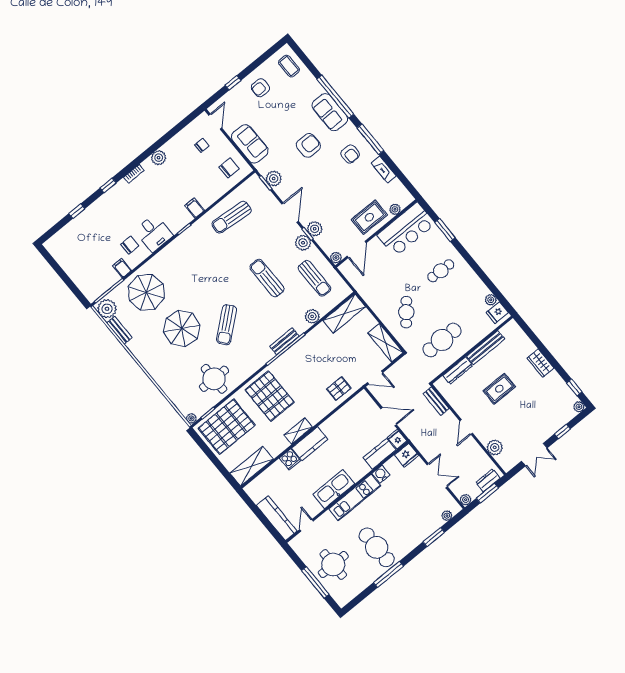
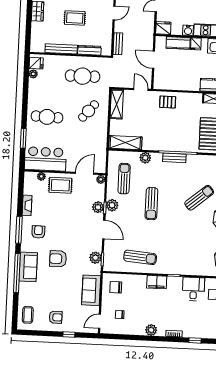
filing cabinet: (195, 208) -> (157, 282), width x2.00
door: (290, 213) -> (104, 229), swing flipped
cafe table: (441, 271) -> (47, 117), width x1.37, depth x1.35
fridge: (397, 439) -> (196, 44), moved

